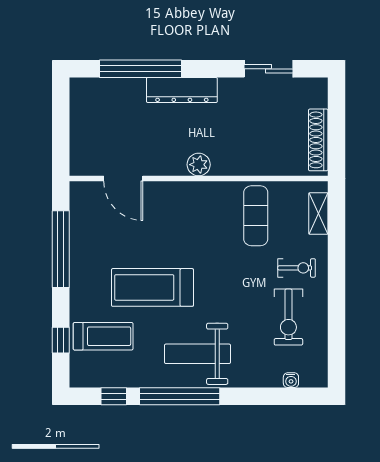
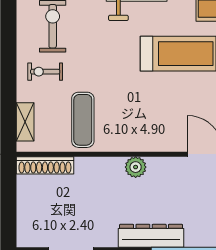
shoe rack: (318, 140) -> (45, 165), moved, turned 90

